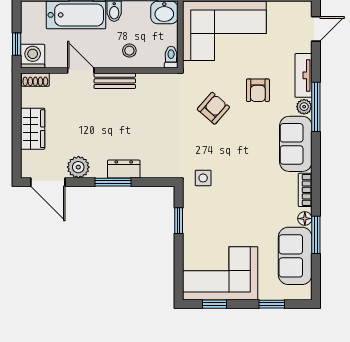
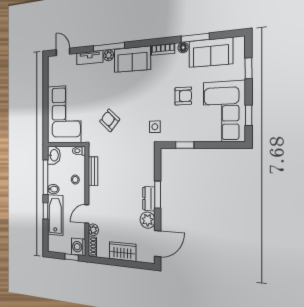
plant: (59, 81) -> (93, 230), added
bench: (115, 81) -> (93, 171), moved
armchair: (258, 90) -> (183, 96), moved
dresser: (124, 169) -> (149, 199), moved

